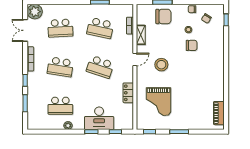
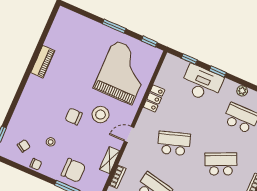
chair: (163, 16) -> (73, 170), turned 180
chair: (192, 45) -> (74, 116), moved
school desk: (60, 67) -> (221, 164), turned -33
school desk: (100, 67) -> (174, 143), turned -36
grand piano: (159, 102) -> (123, 72), width x1.37, depth x1.48
piano: (219, 113) -> (43, 62), moved

